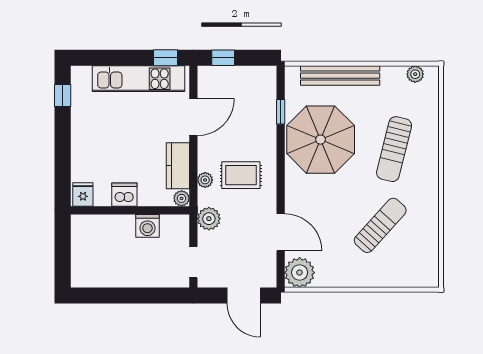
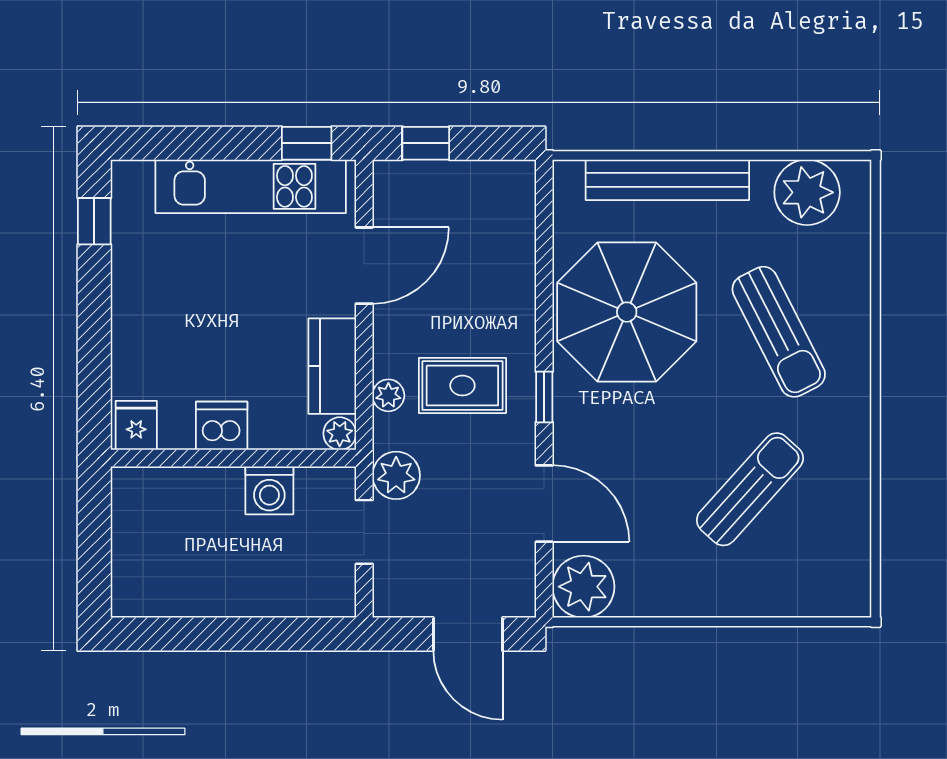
plant: (415, 74) -> (807, 192), width x1.88, depth x1.88
window: (281, 112) -> (544, 397), moved
sun lounger: (394, 149) -> (779, 332), turned -41
doorway: (193, 262) -> (364, 532), moved

